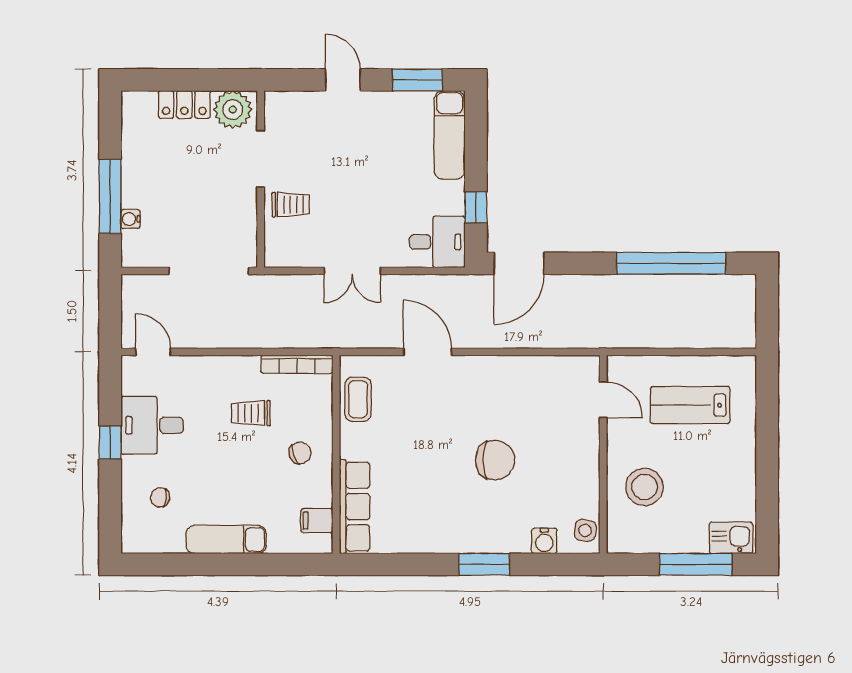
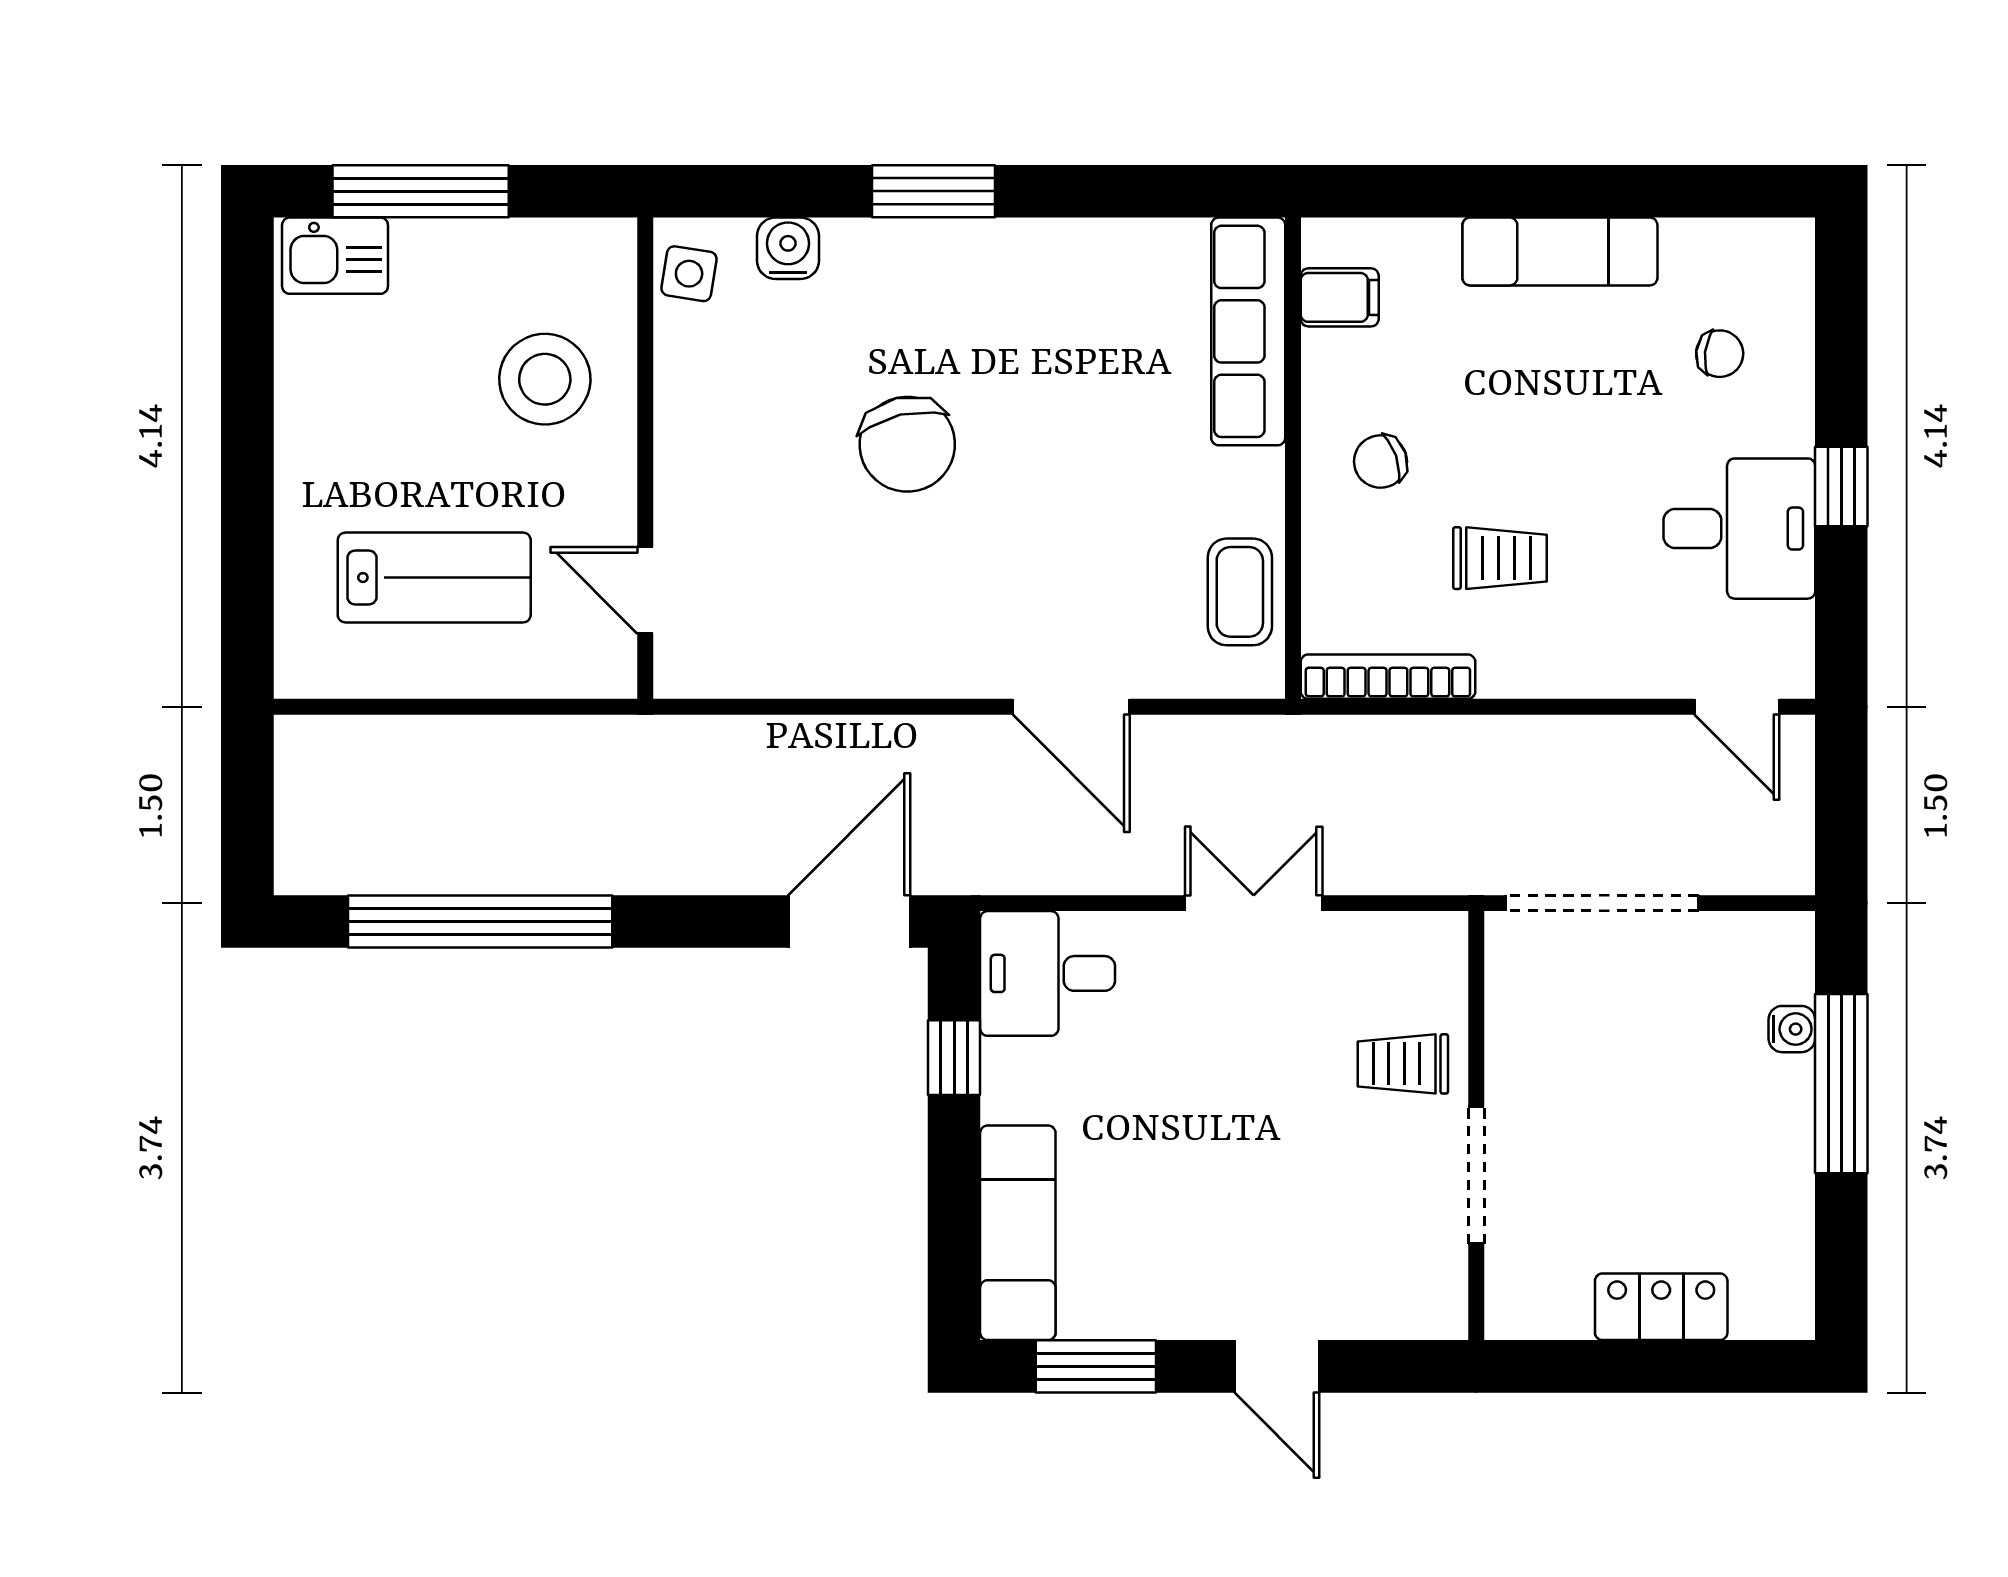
plant: (233, 110) -> (1544, 1294), removed
chair: (495, 460) -> (907, 444), turned -103

